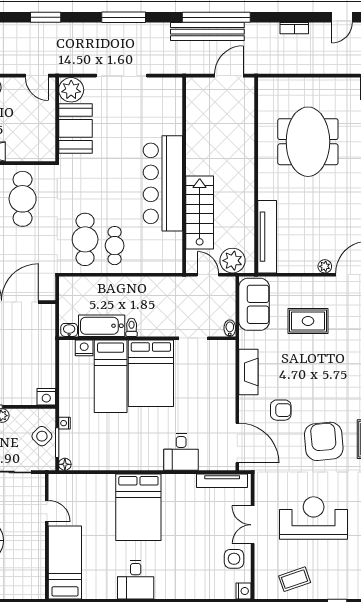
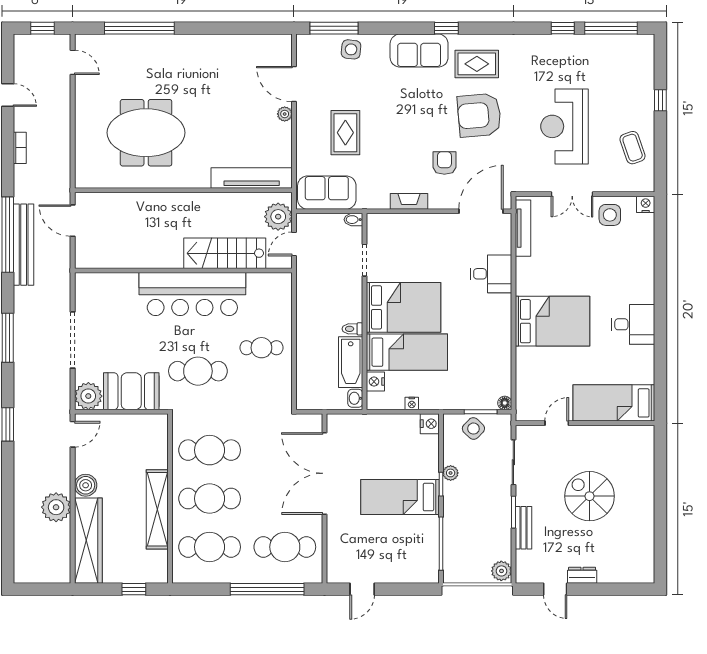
cafe table: (85, 239) -> (198, 371), moved
fireplace: (248, 372) -> (409, 201), width x0.73, depth x0.76
nightstand: (64, 423) -> (412, 403), moved

